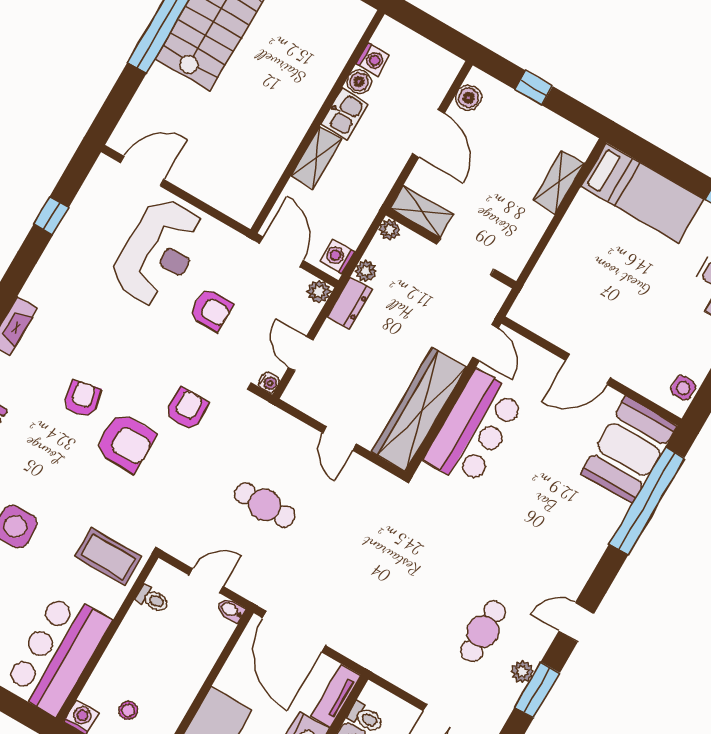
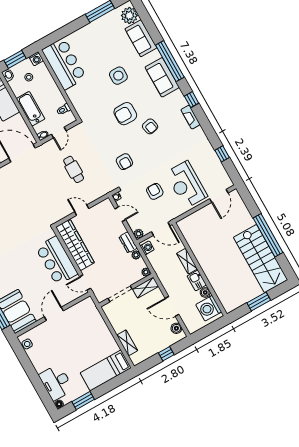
washing machine: (373, 59) -> (209, 308), width x1.89, depth x1.89
armchair: (211, 310) -> (155, 191), turned 90
armchair: (125, 442) -> (125, 114), moved
cafe table: (265, 505) -> (74, 169), turned 90
coffee table: (108, 557) -> (88, 102), removed
bathtub: (191, 668) -> (31, 109), added

